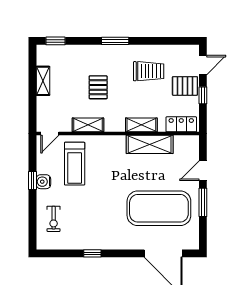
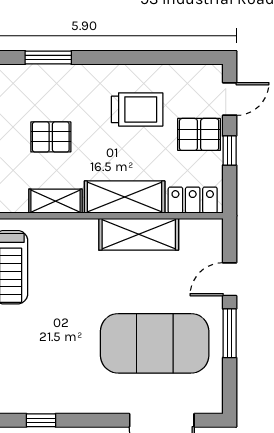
window: (115, 41) -> (48, 57), moved
pallet: (98, 87) -> (51, 137), turned 90
shelving: (88, 125) -> (55, 201), moved
shelving: (141, 125) -> (125, 197), width x1.50, depth x1.33

